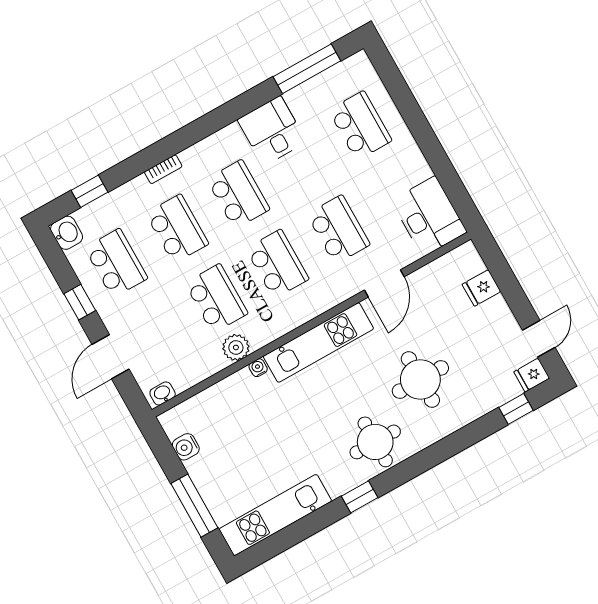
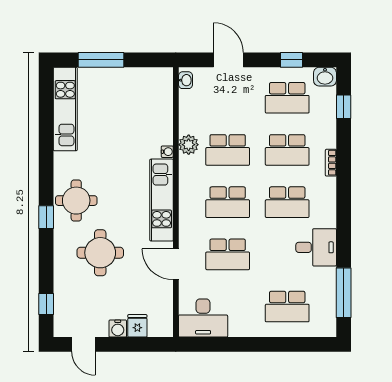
window: (80, 302) -> (292, 60), moved
fridge: (532, 375) -> (62, 327), removed
water cooler: (186, 447) -> (118, 329), moved, turned 180
window: (360, 497) -> (46, 217), moved

